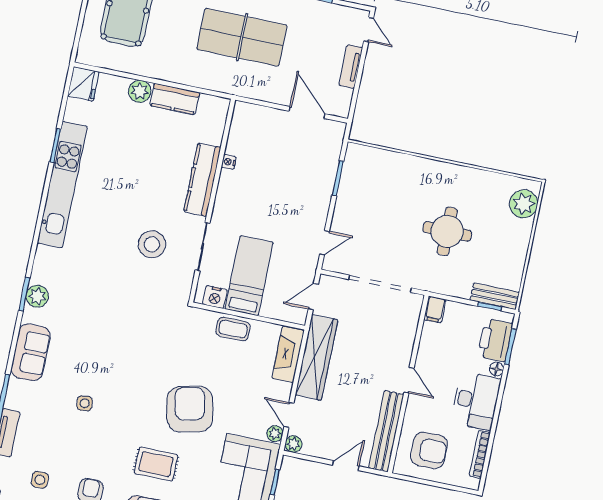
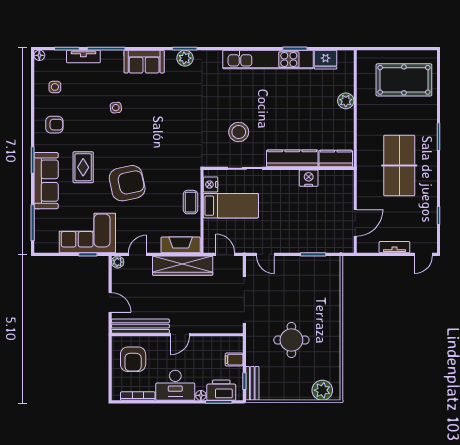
fridge: (83, 84) -> (326, 60), moved
kitchen counter: (175, 99) -> (336, 159), moved, turned 90
nightstand: (229, 162) -> (309, 178), width x1.89, depth x1.79
filing cabinet: (435, 309) -> (234, 360), moved
plant: (275, 434) -> (122, 247), removed

